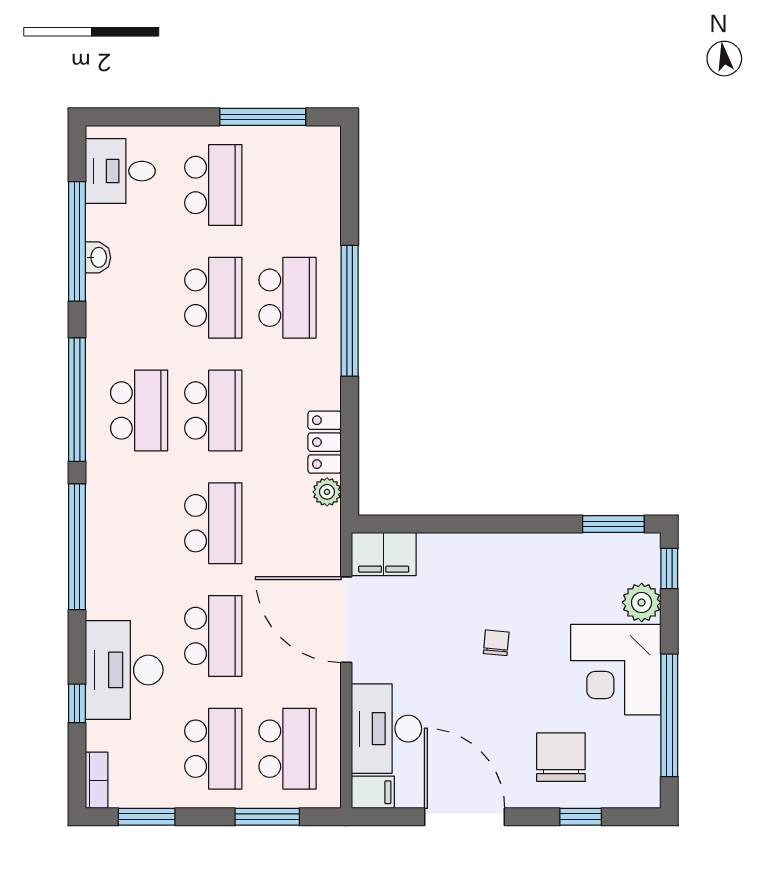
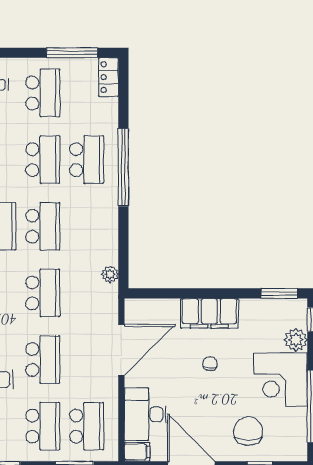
locker: (325, 442) -> (109, 77), moved
filing cabinet: (384, 554) -> (209, 313), moved, width x1.50, depth x1.17
door: (346, 620) -> (121, 350), swing flipped

